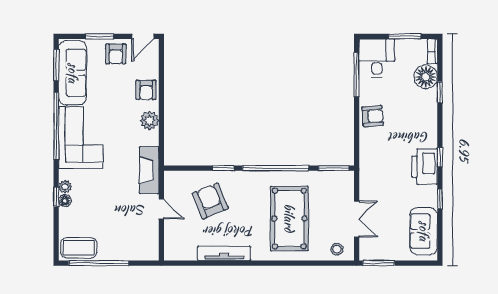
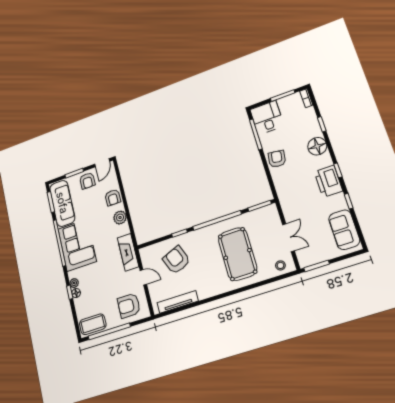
floor lamp: (426, 77) -> (317, 146), moved
armchair: (373, 116) -> (277, 159), turned -76
armchair: (133, 239) -> (129, 306), added
tv unit: (224, 253) -> (178, 302), moved

